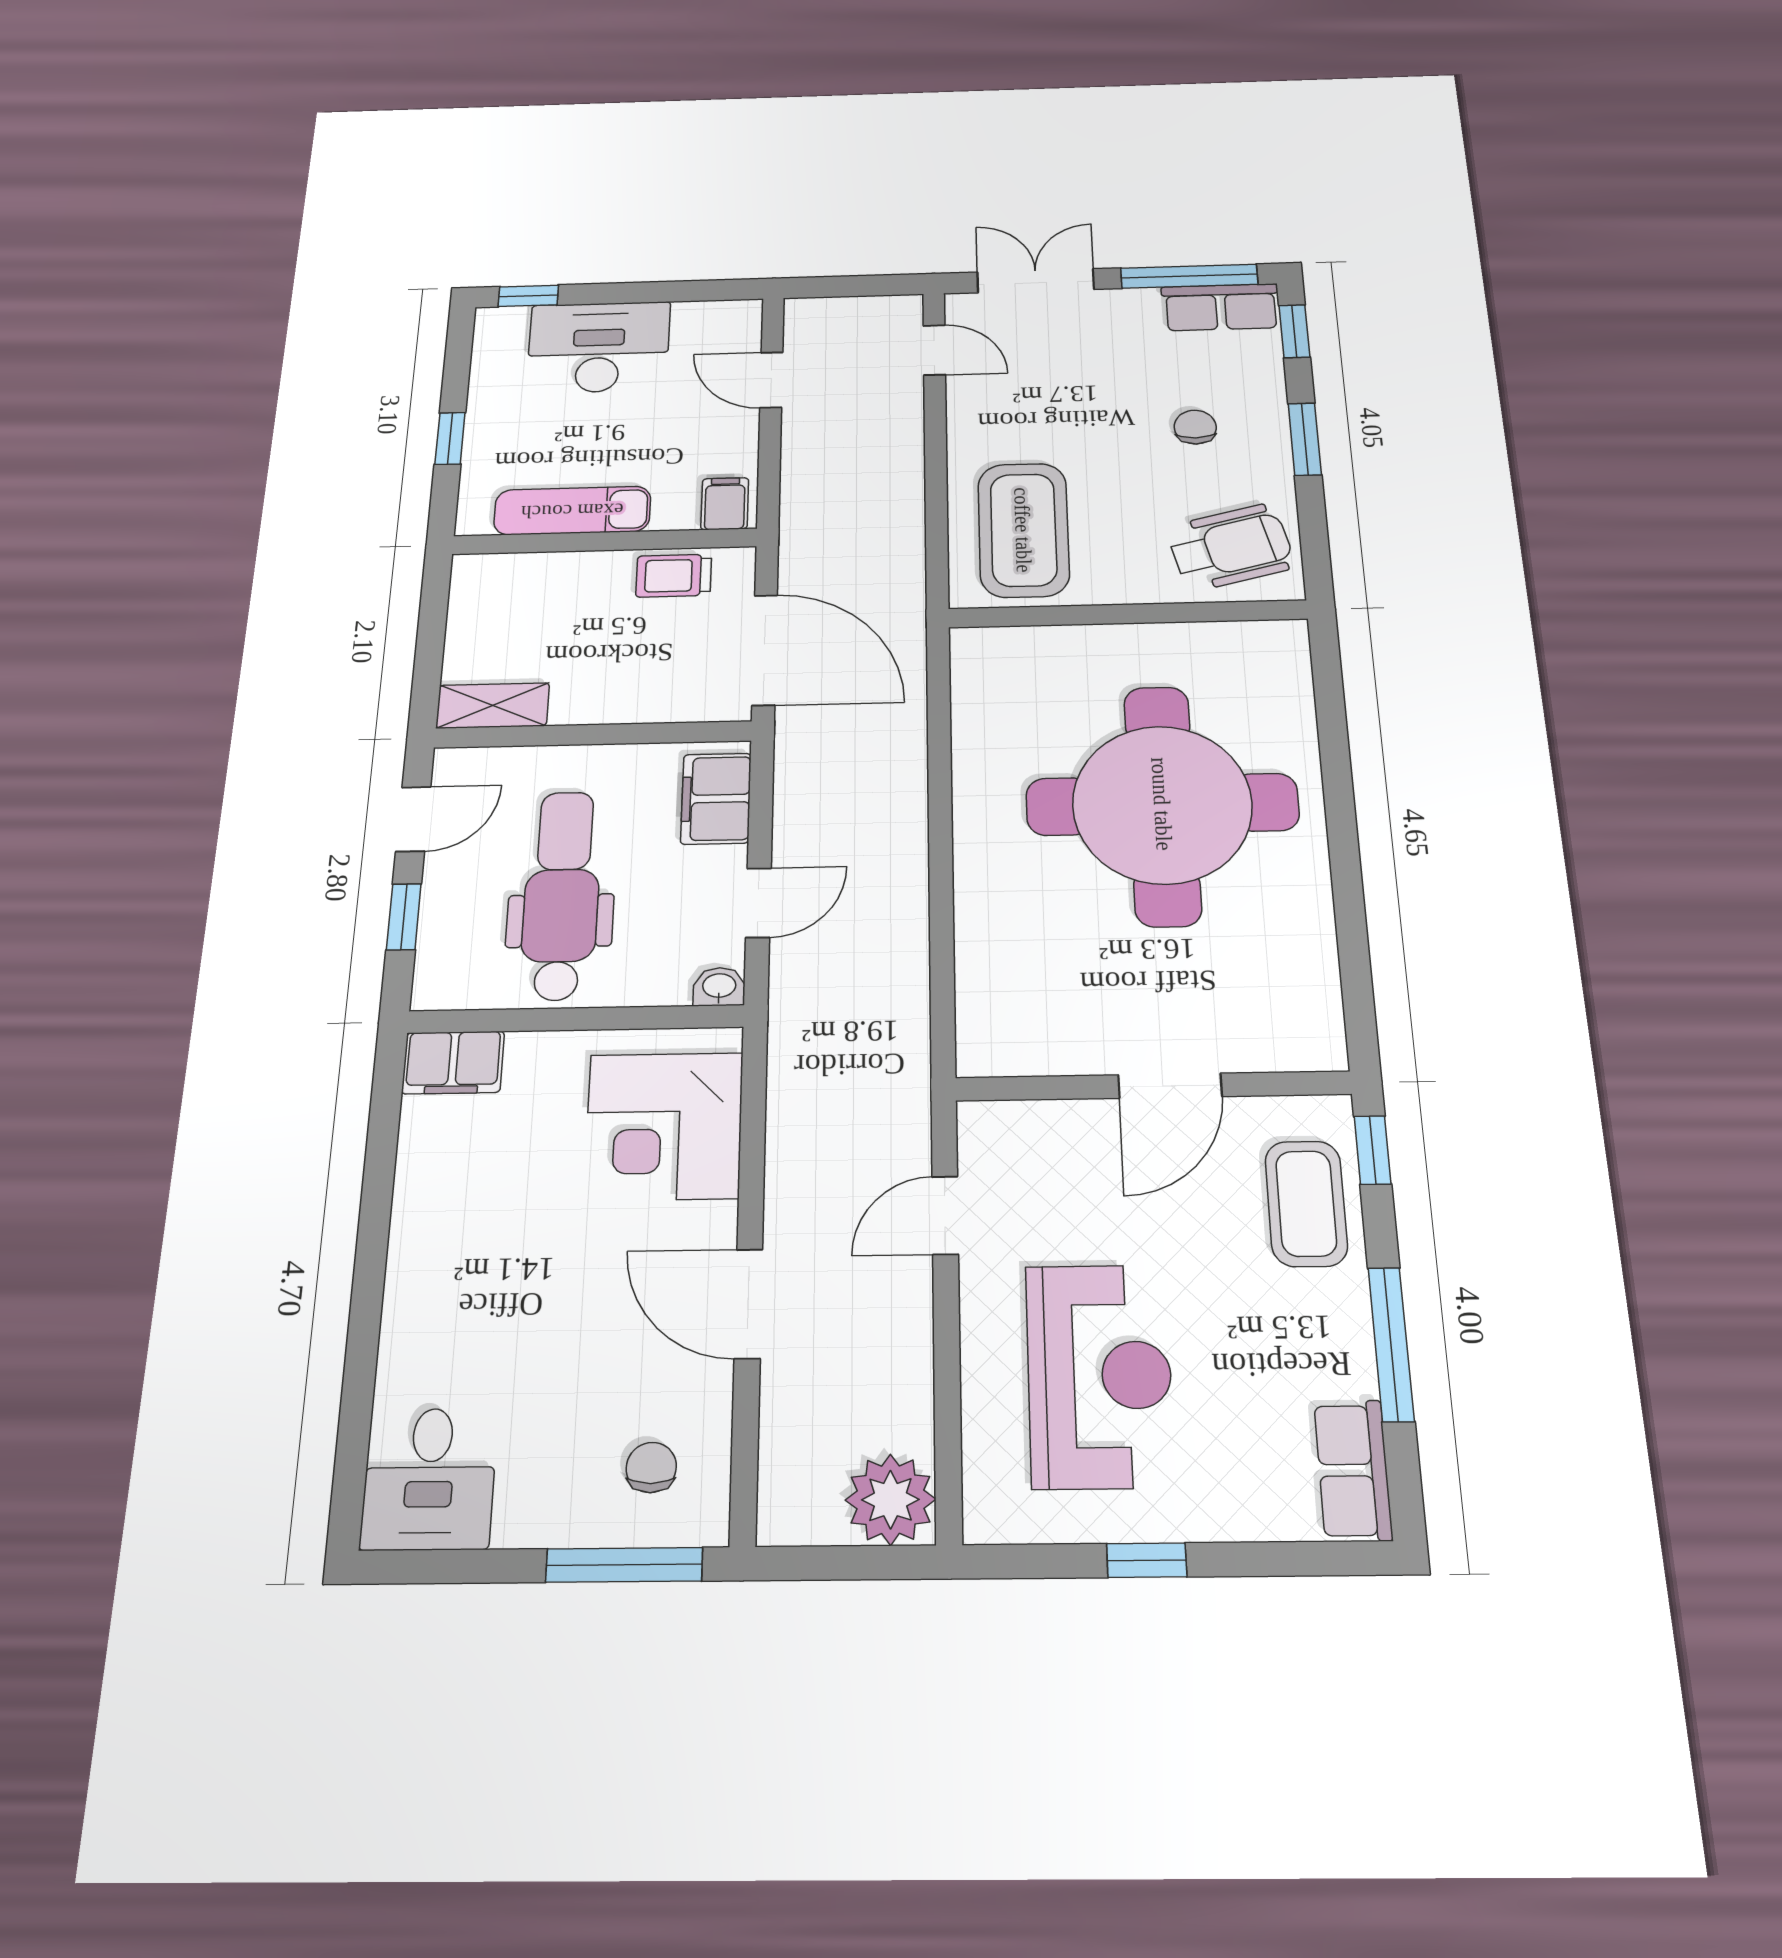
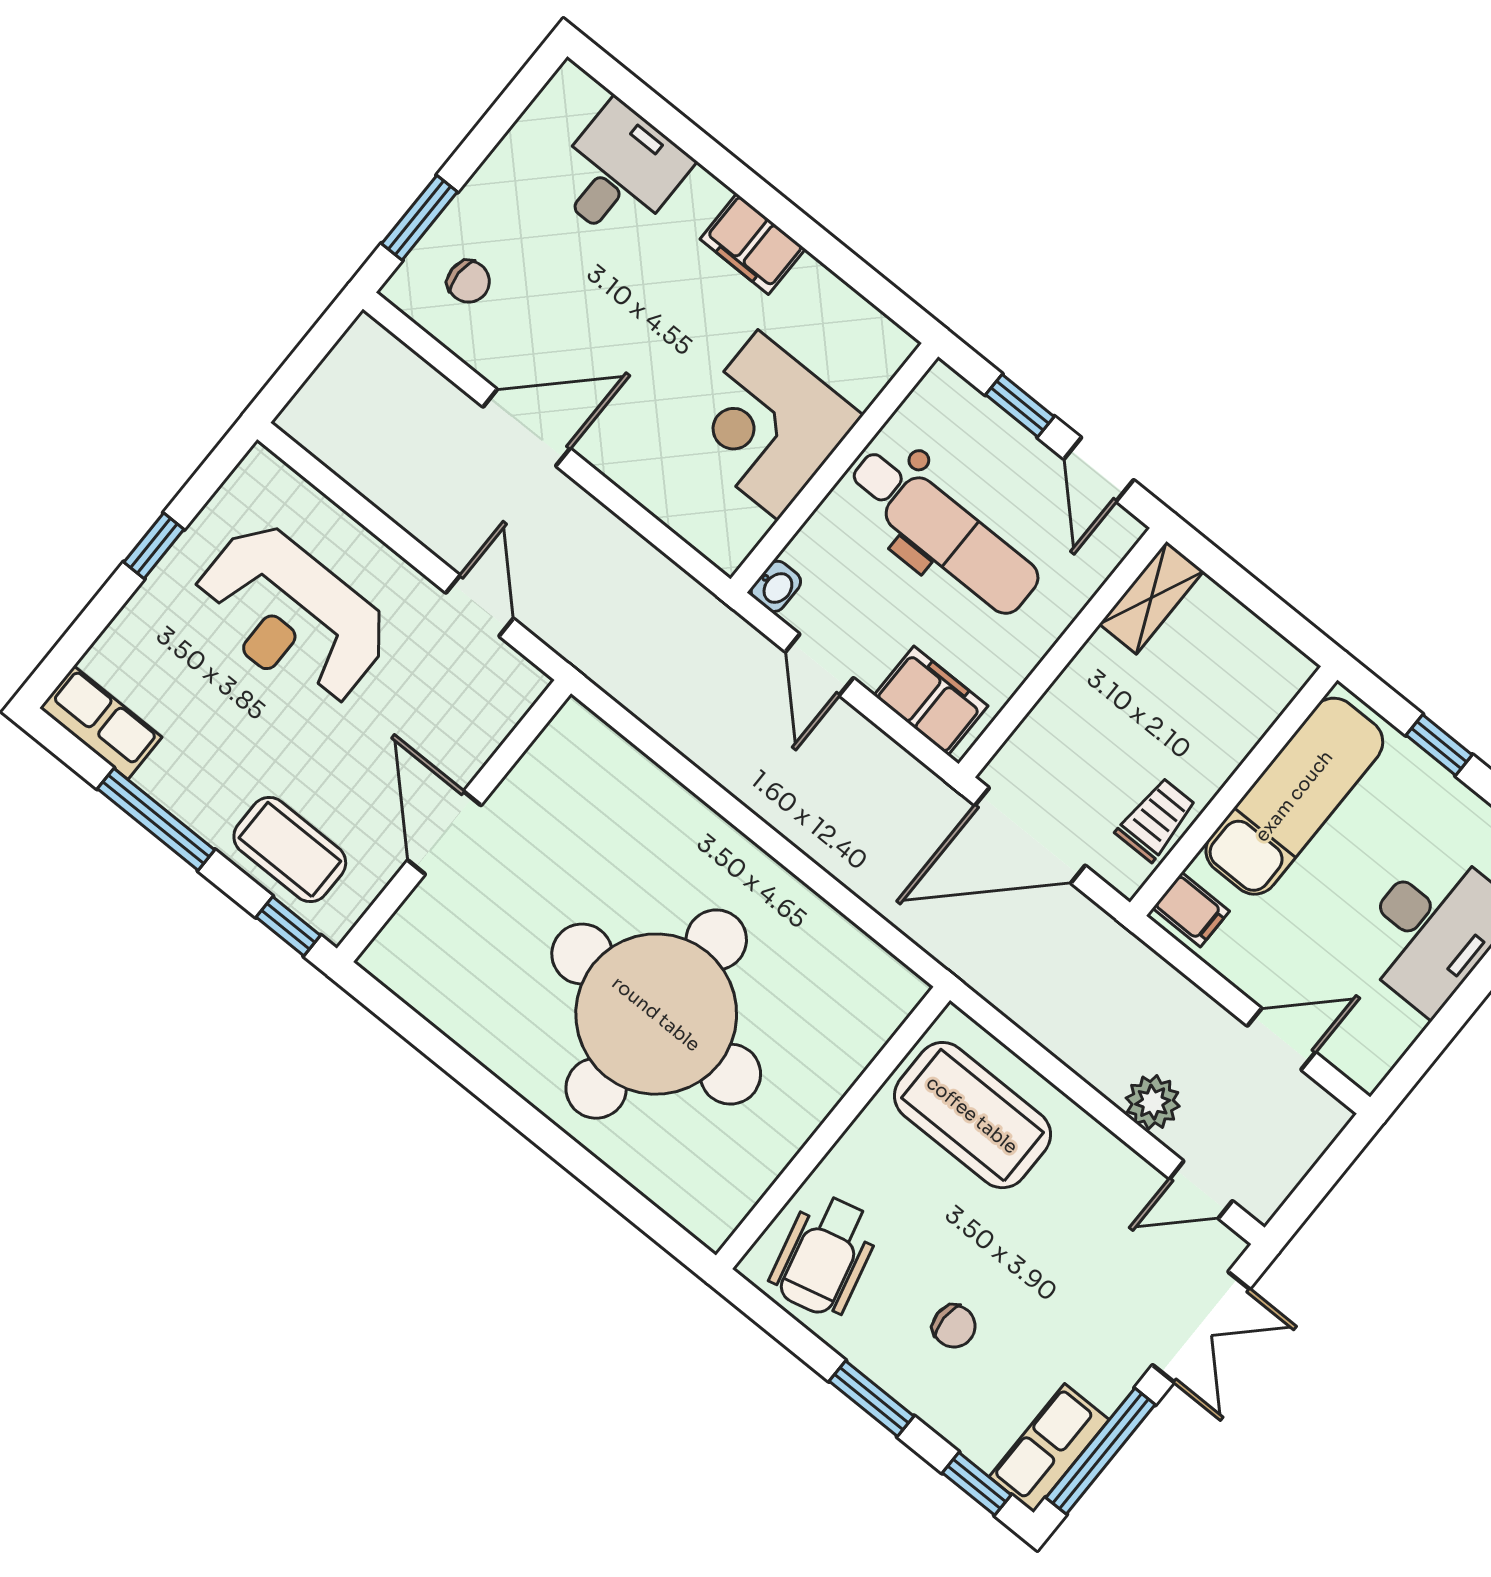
exam couch: (572, 511) -> (1294, 796), width x1.36, depth x1.45
filing cabinet: (453, 1063) -> (753, 244), moved, turned -90
corner desk: (664, 1126) -> (768, 425), moved, turned -90
desk: (429, 1479) -> (620, 173), moved, turned 90
plant: (890, 1500) -> (1153, 1102), moved, width x0.73, depth x0.73
window: (624, 1565) -> (419, 218), width x0.69

